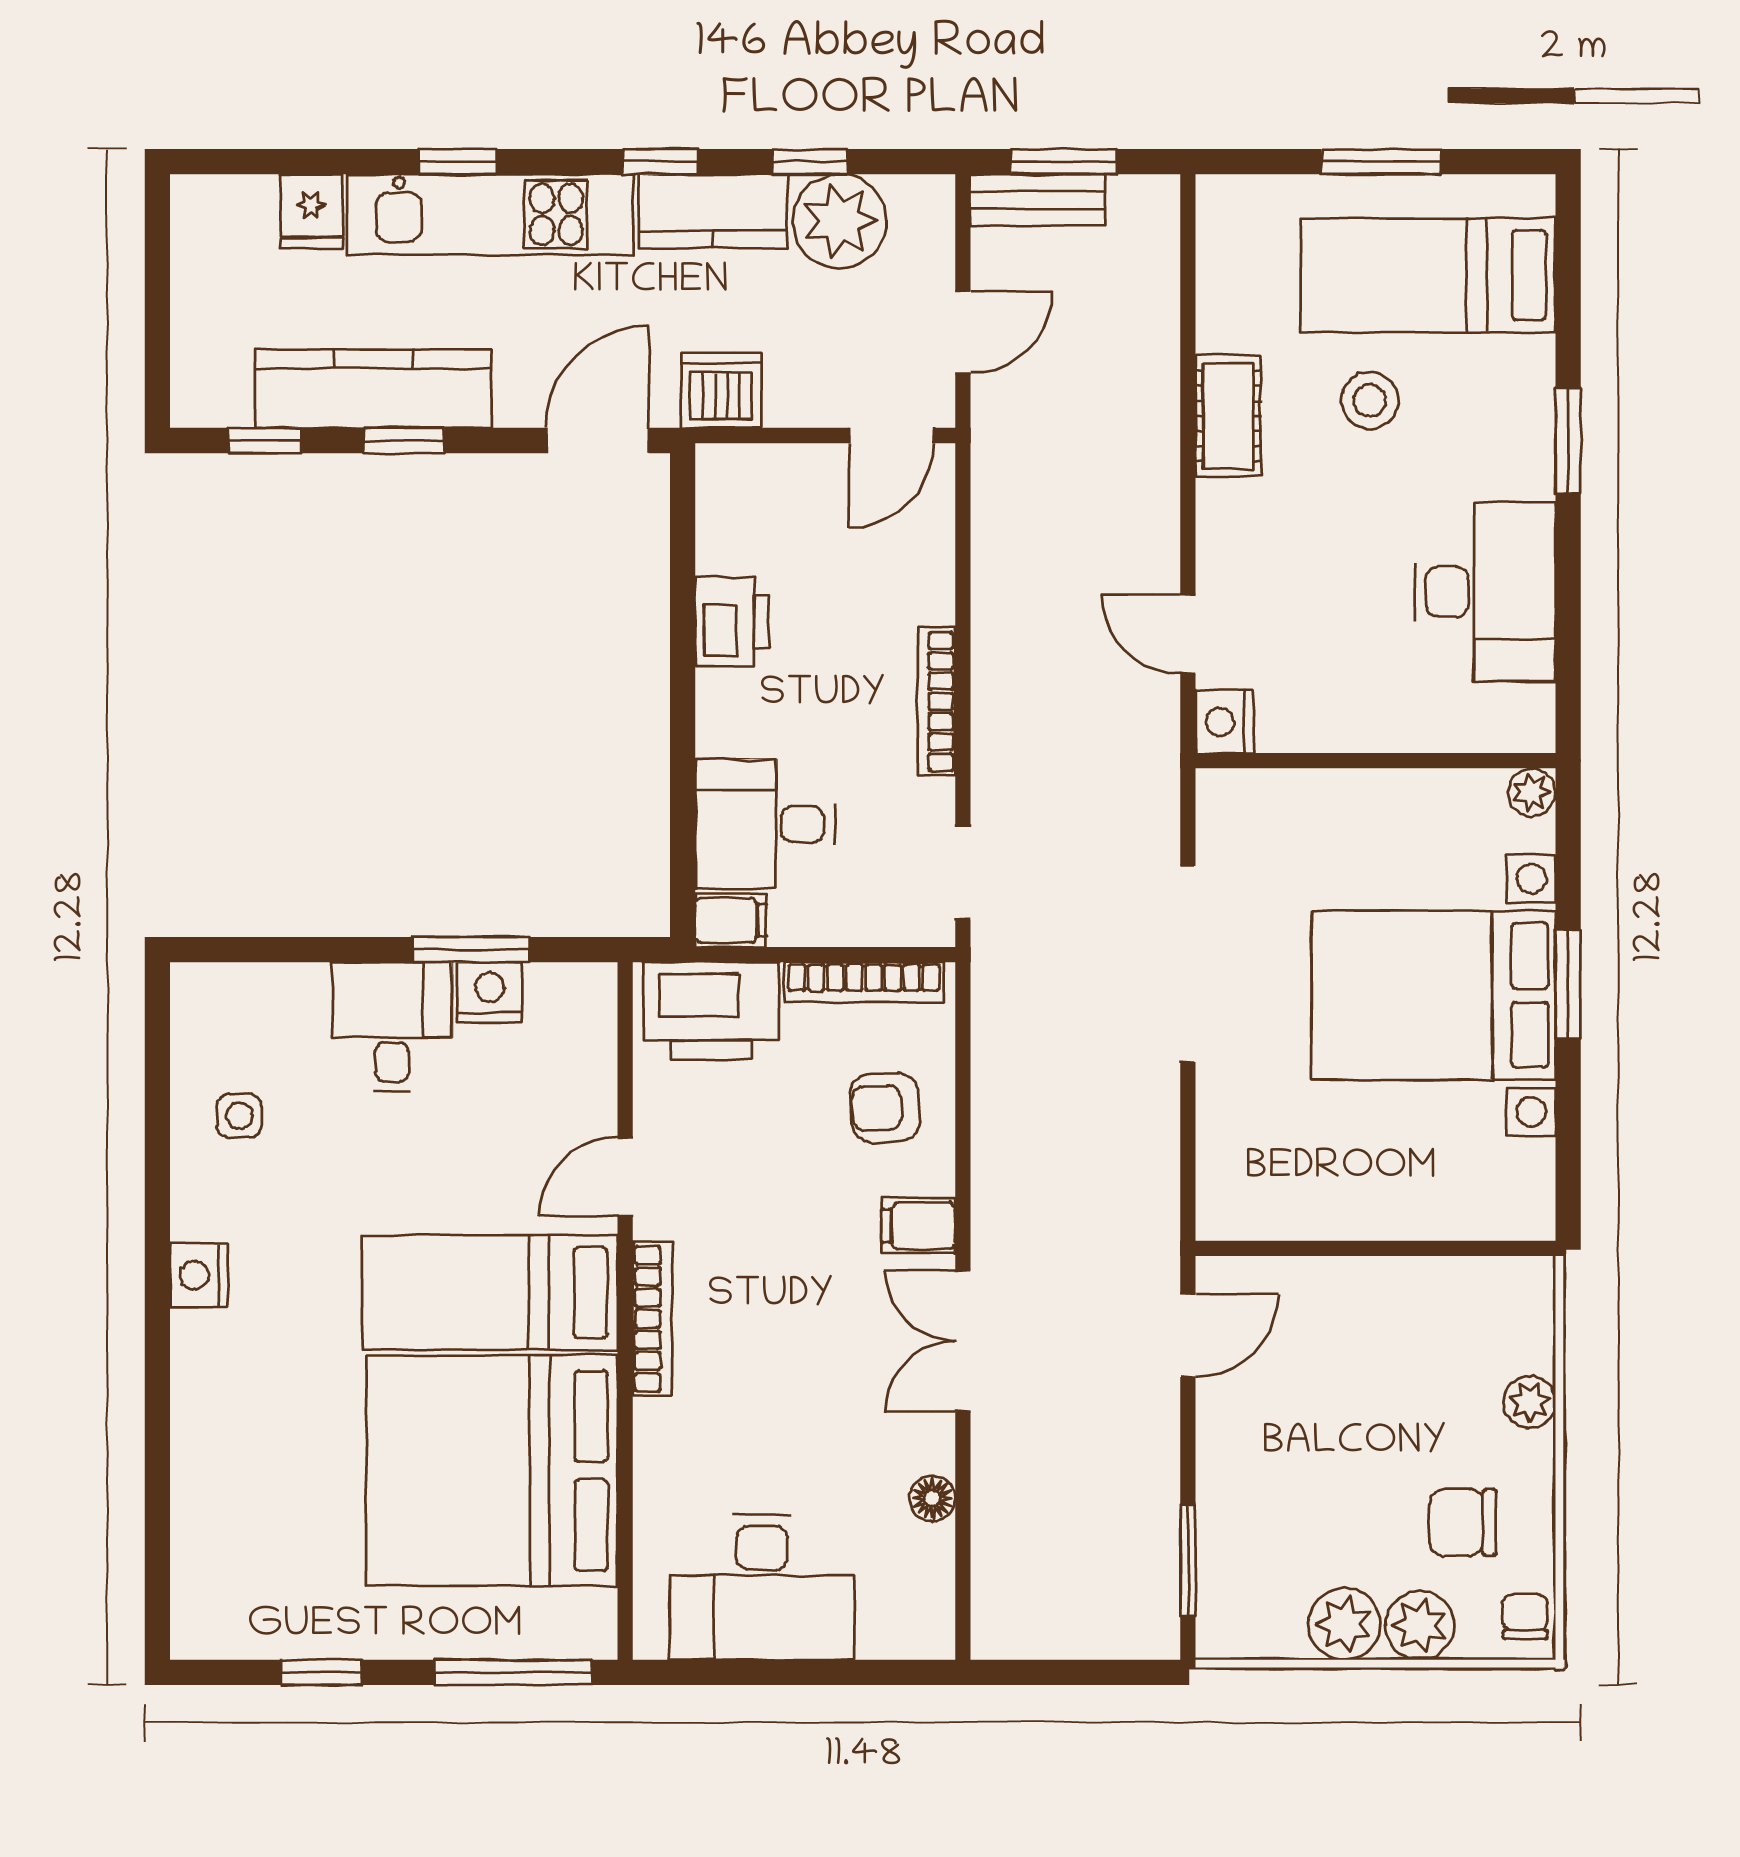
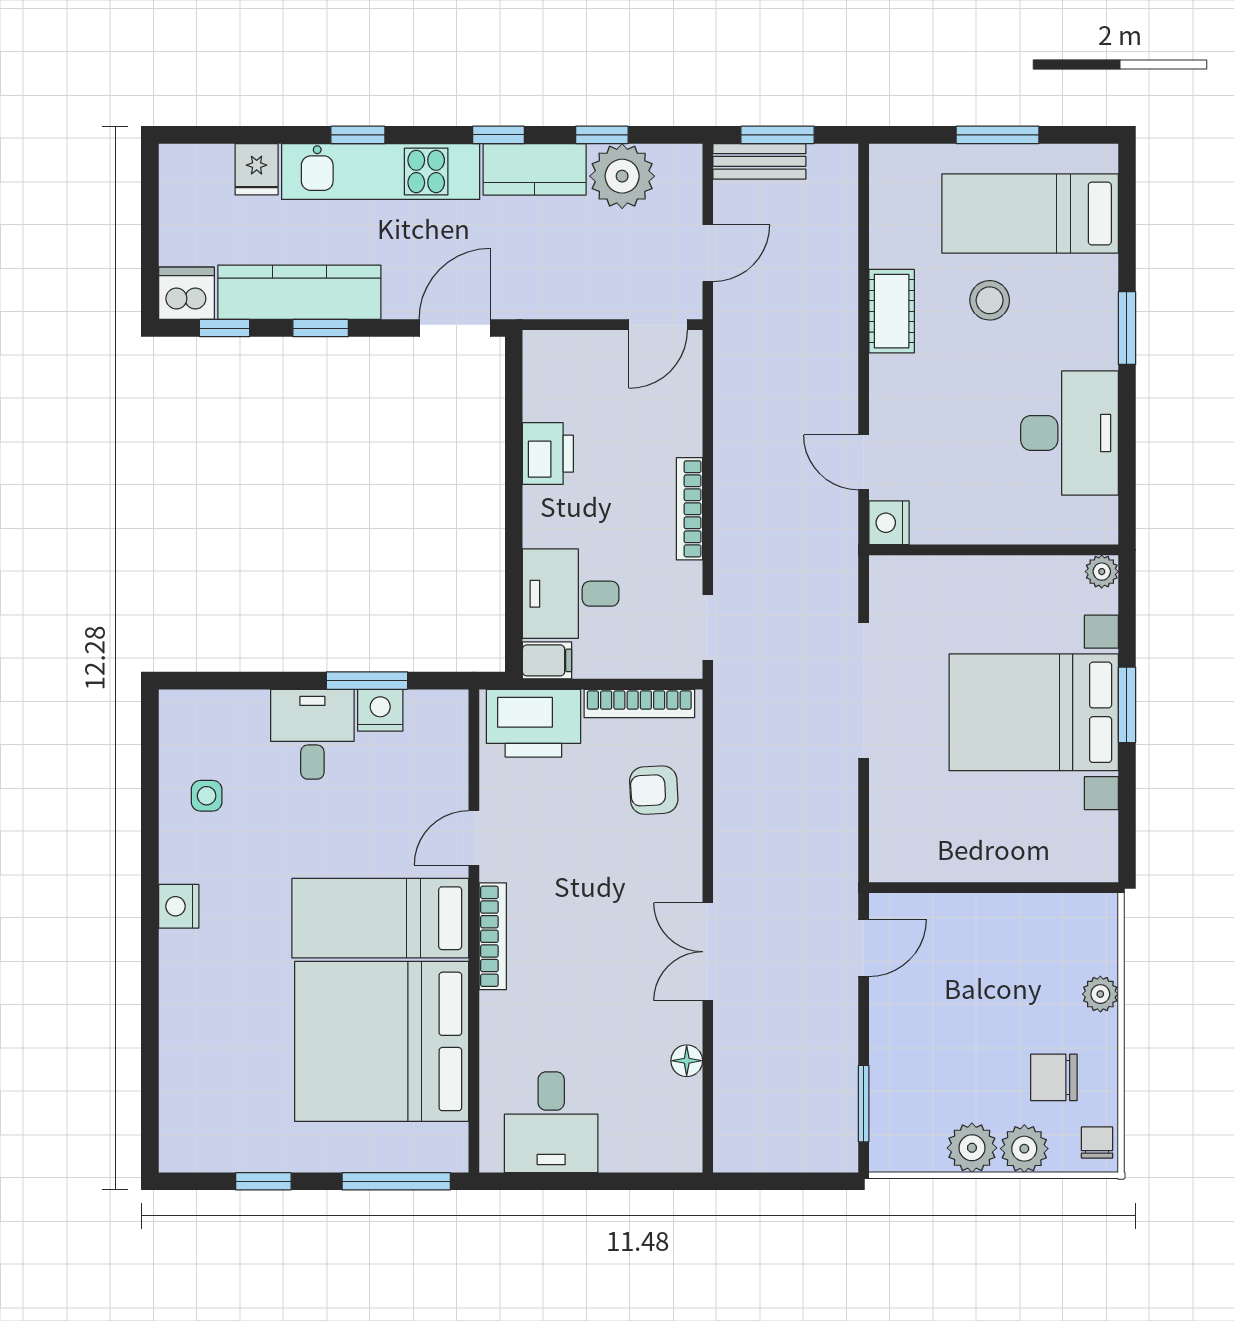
dishwasher: (721, 390) -> (186, 293), moved
filing cabinet: (918, 1226) -> (677, 872), removed
desk: (762, 1587) -> (551, 1122), width x0.73

